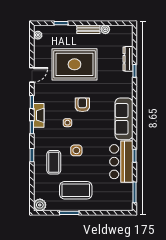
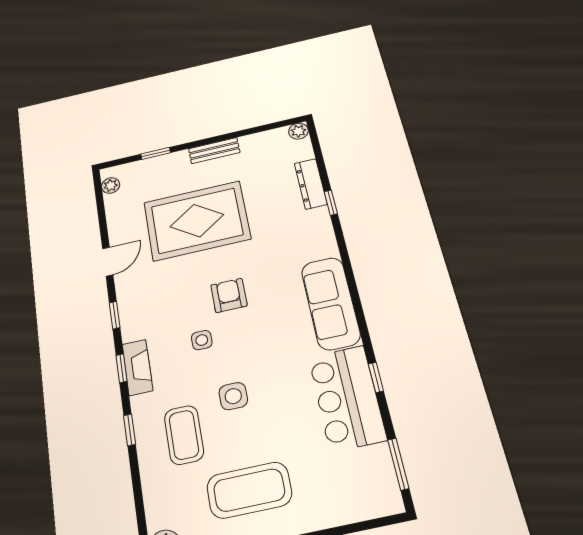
plant: (105, 29) -> (298, 131), moved
fireplace: (39, 115) -> (137, 367), moved

